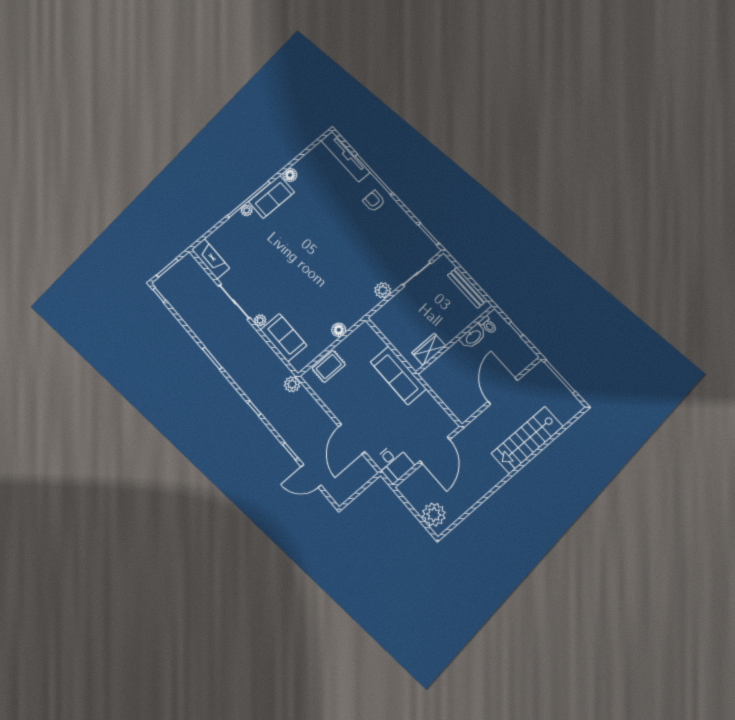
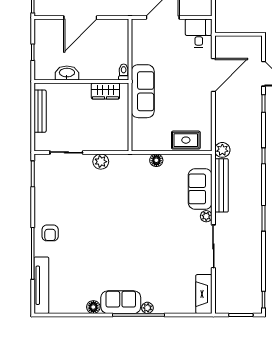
toilet: (488, 325) -> (124, 72), moved
bench: (269, 355) -> (221, 185), added

